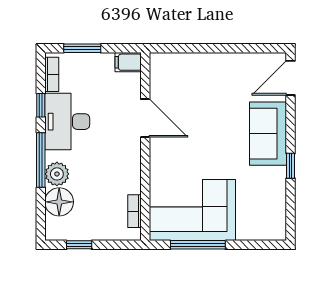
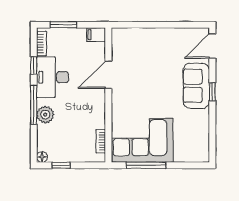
door: (145, 118) -> (108, 75), swing flipped
window: (291, 166) -> (212, 92), moved
floor lamp: (59, 202) -> (42, 157), moved, width x0.53, depth x0.53

